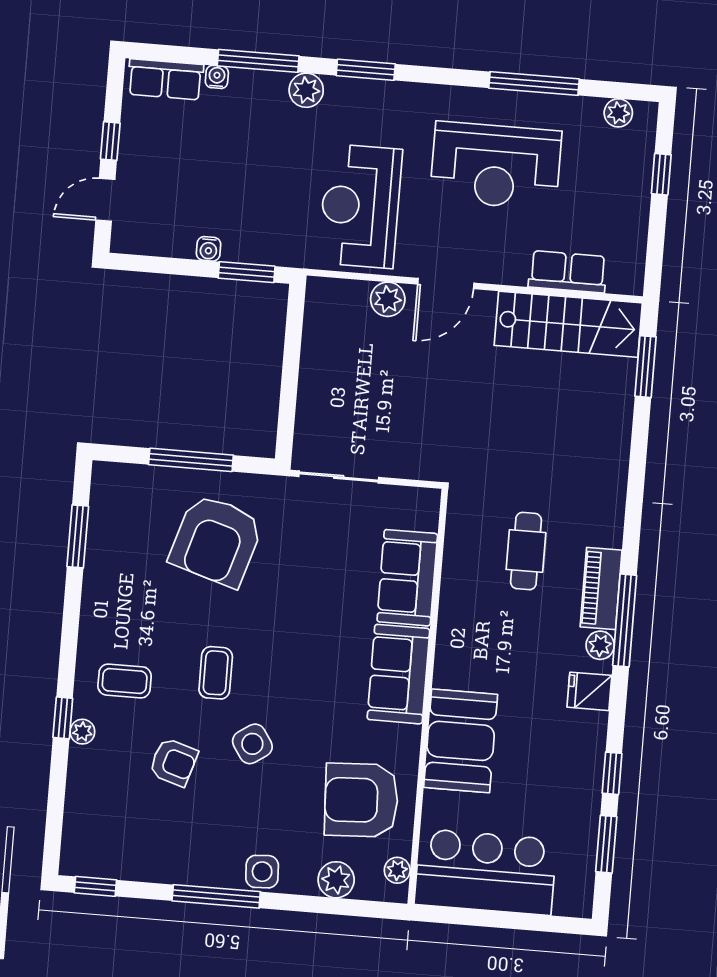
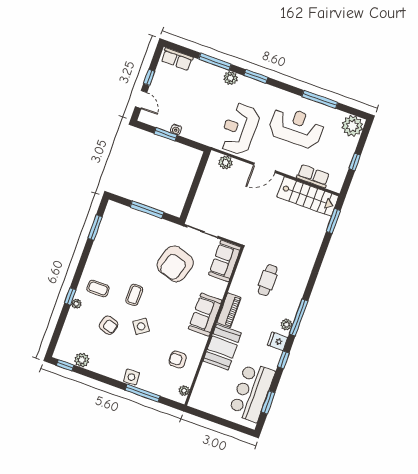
water cooler: (217, 77) -> (197, 64), removed
plant: (618, 113) -> (352, 126), width x1.88, depth x1.88
reception desk: (496, 166) -> (296, 127), turned 180
window: (661, 174) -> (355, 162), moved
door: (105, 200) -> (141, 100), swing flipped
window: (247, 272) -> (166, 134), moved
plant: (388, 299) -> (226, 163), moved
armchair: (216, 540) -> (175, 264), moved
sofa: (407, 578) -> (225, 261), moved
piano: (601, 589) -> (229, 310), moved, turned 180
window: (612, 773) -> (283, 360), moved
armchair: (361, 800) -> (178, 360), width x0.53, depth x0.53
bar counter: (485, 872) -> (252, 392), moved, turned -90
plant: (336, 880) -> (82, 360), moved
window: (216, 896) -> (142, 393), moved

